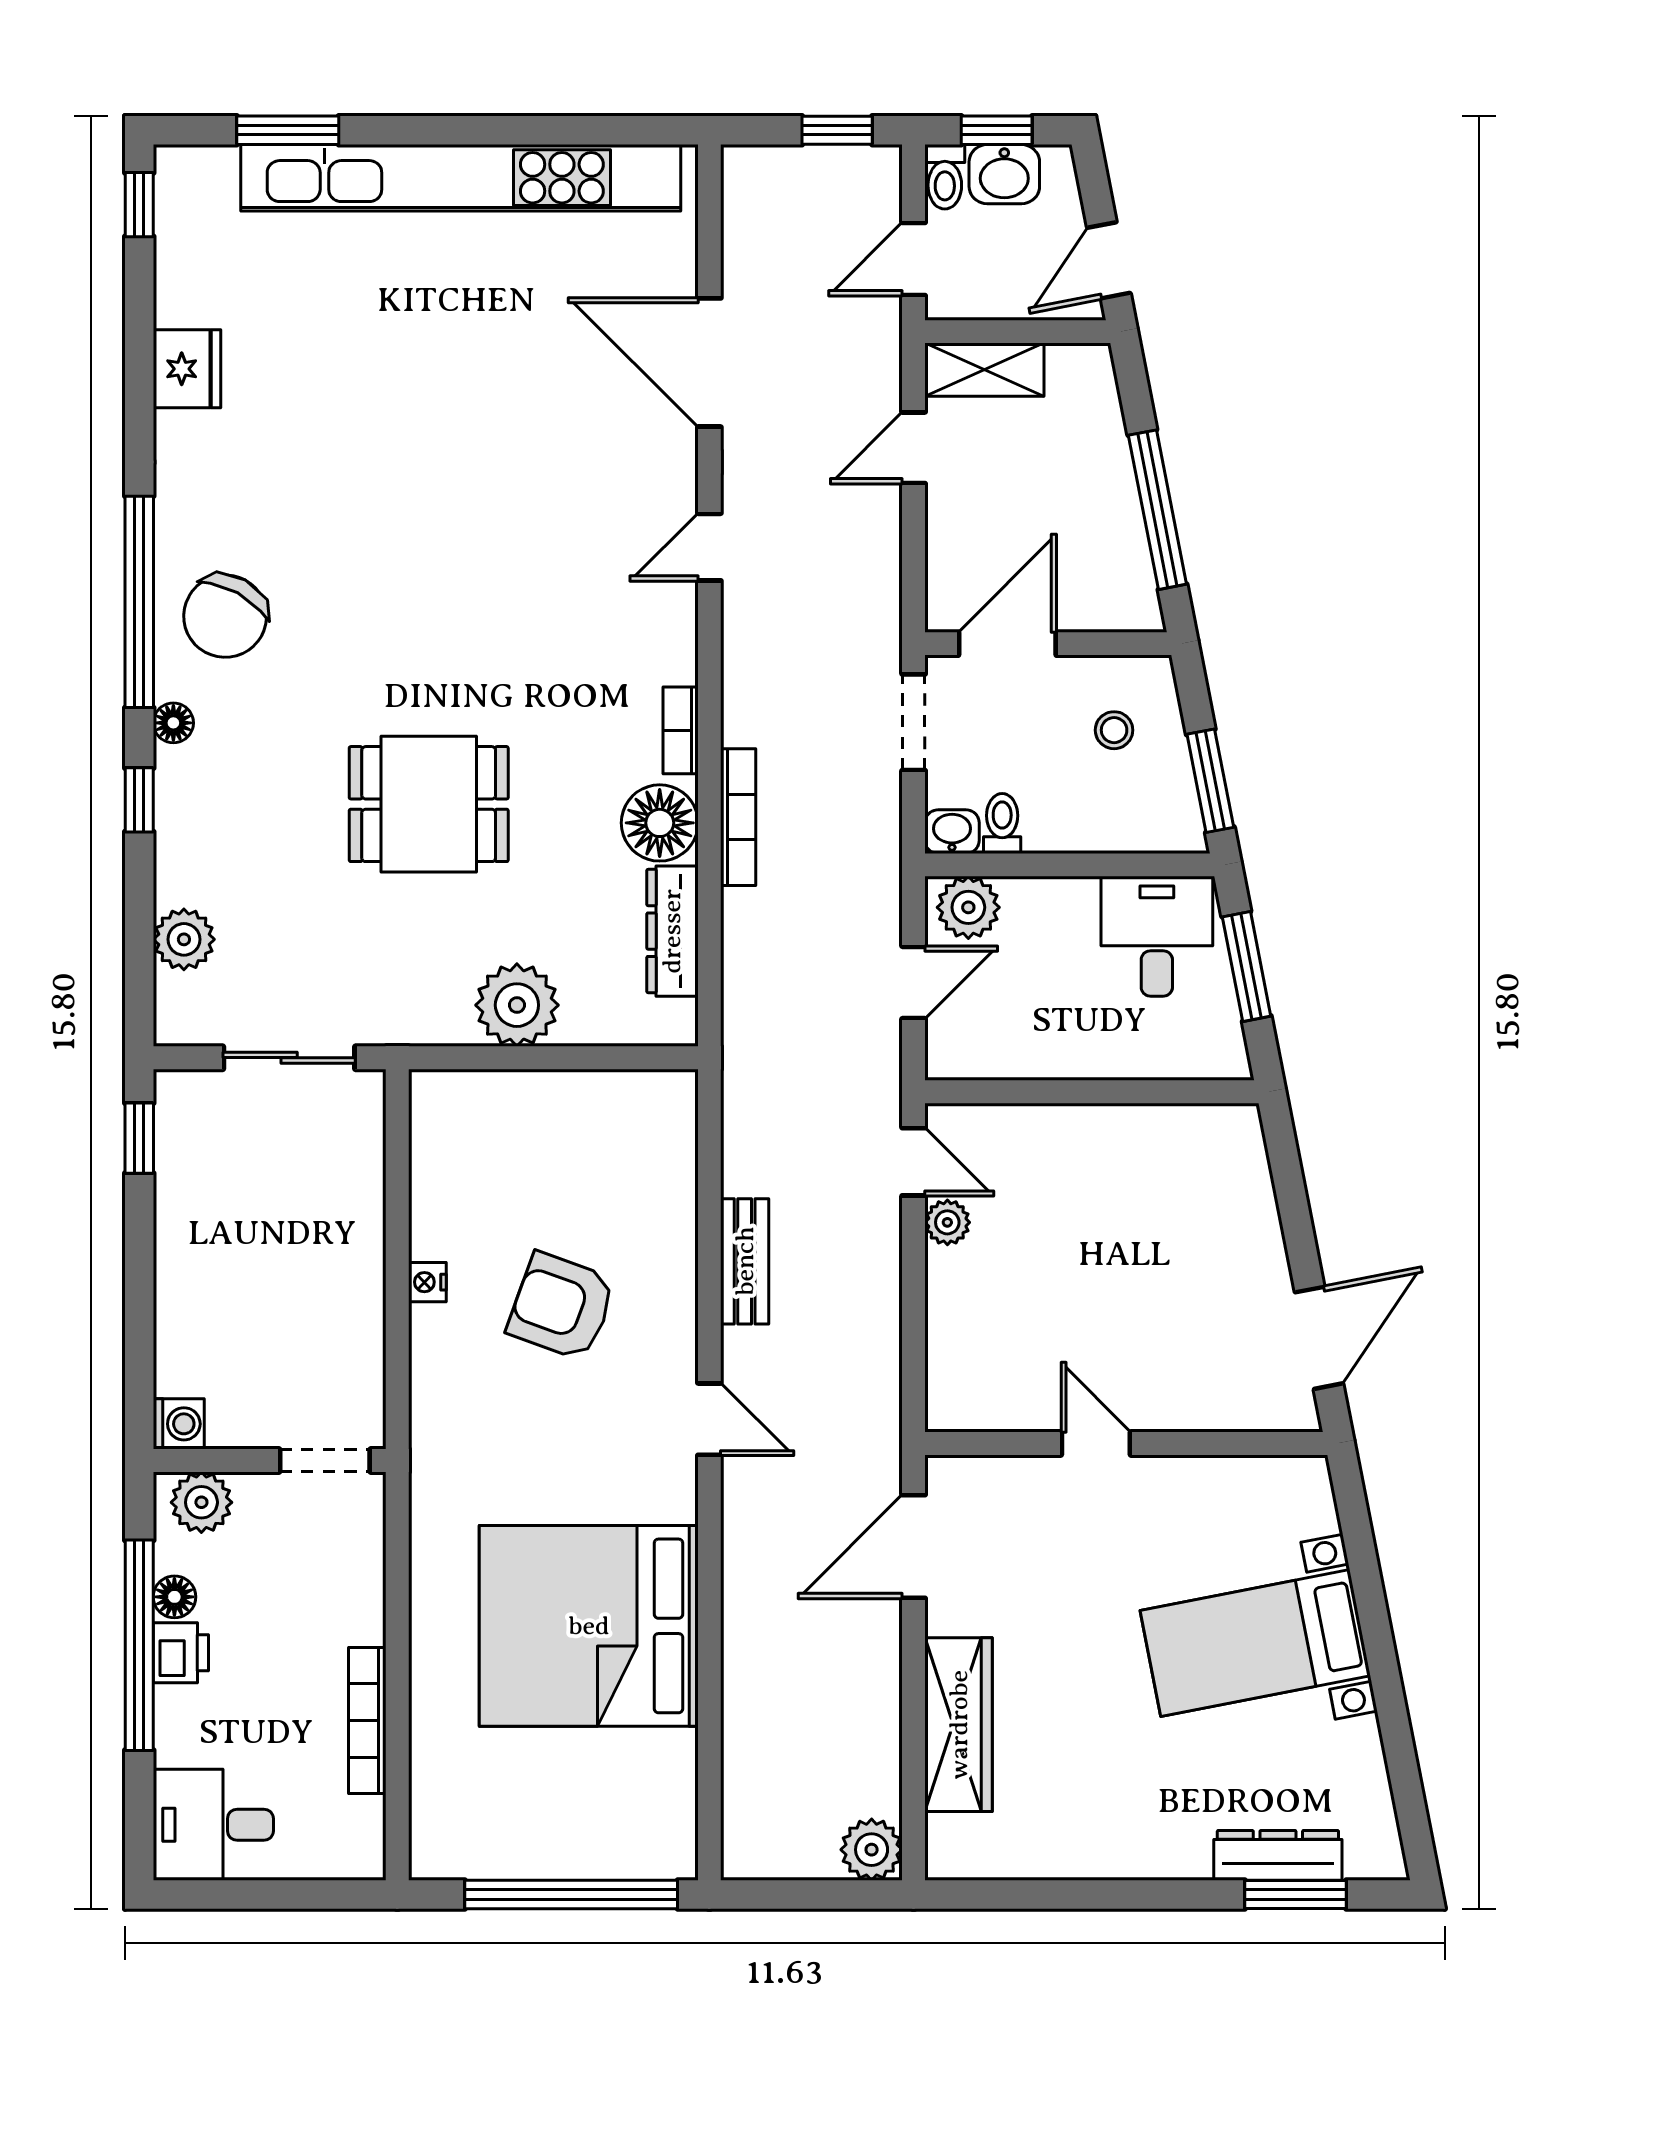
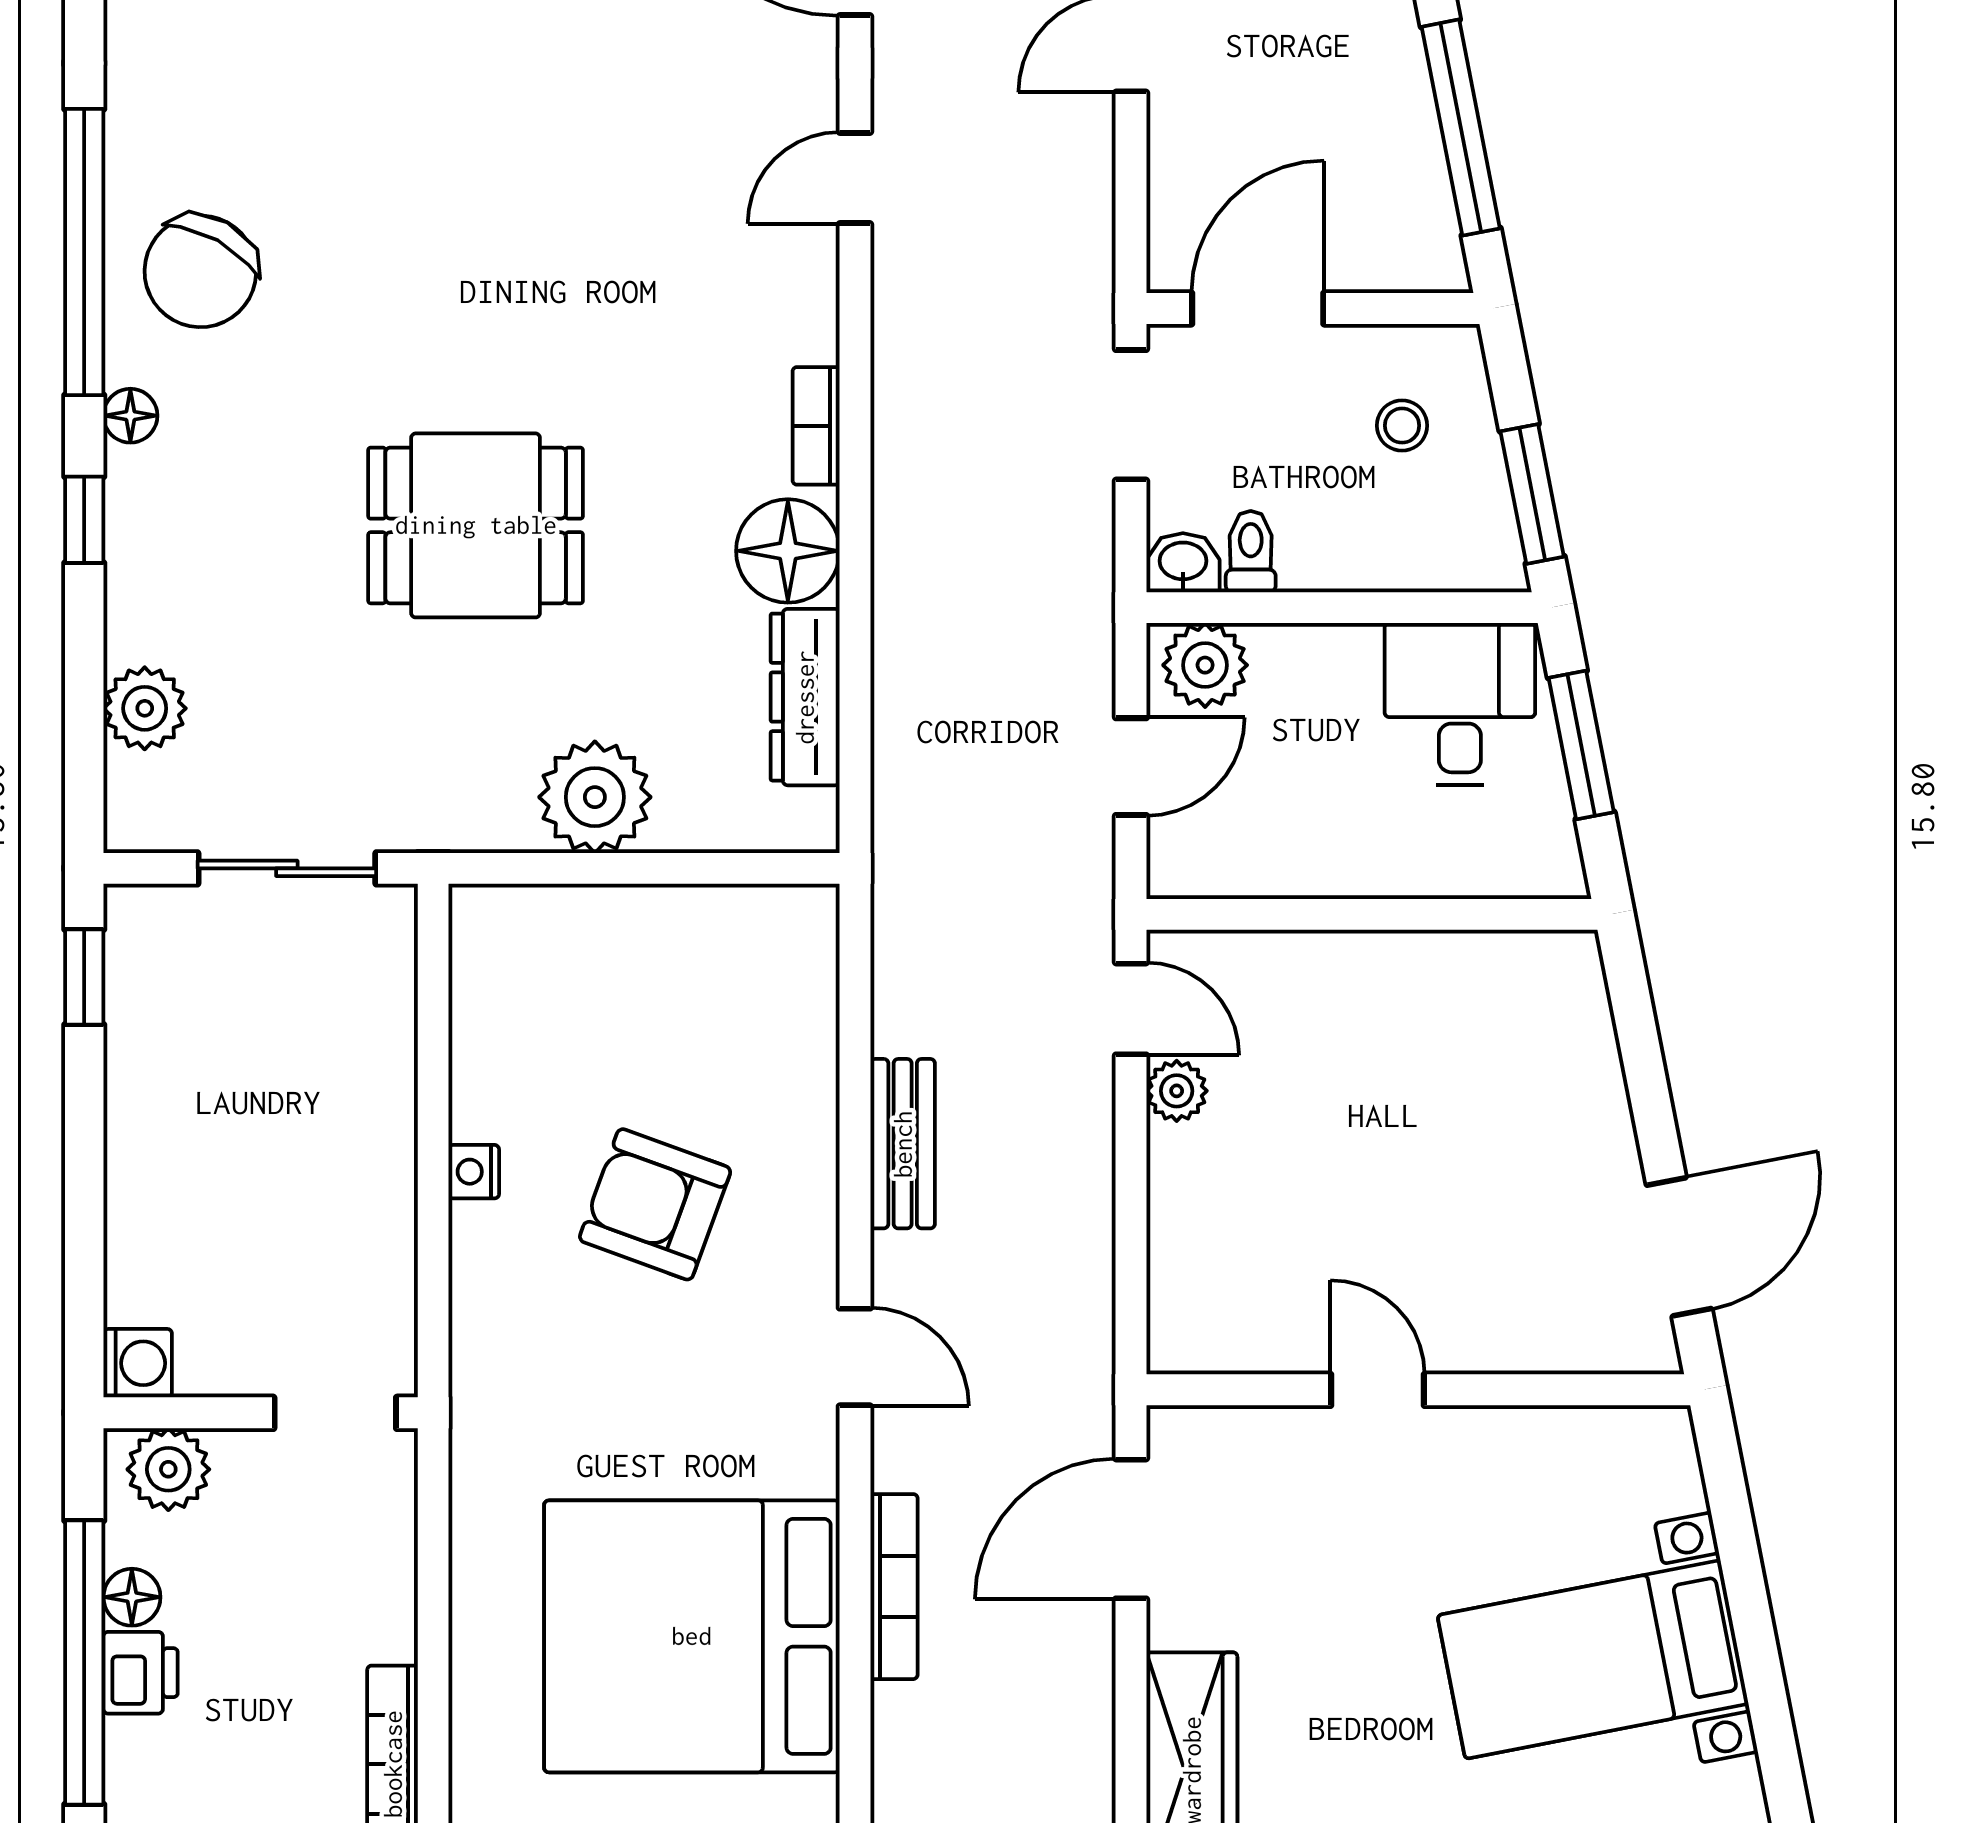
bookcase: (738, 817) -> (894, 1587), moved

